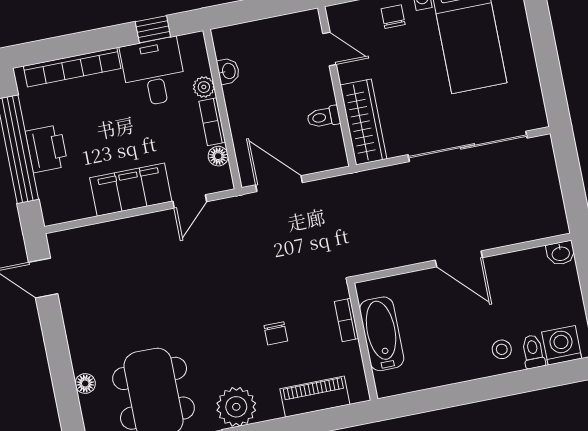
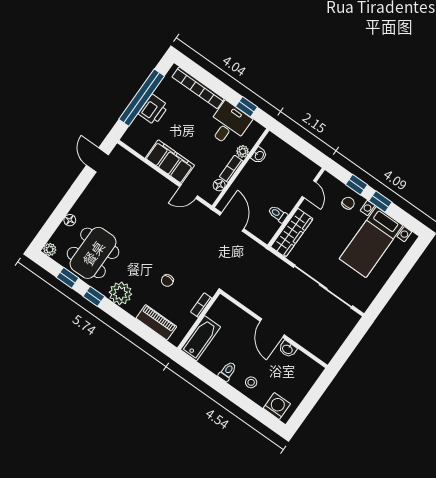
washbasin: (561, 253) -> (288, 349), moved
bathtub: (382, 334) -> (200, 338), moved
toilet: (533, 352) -> (227, 371), moved

